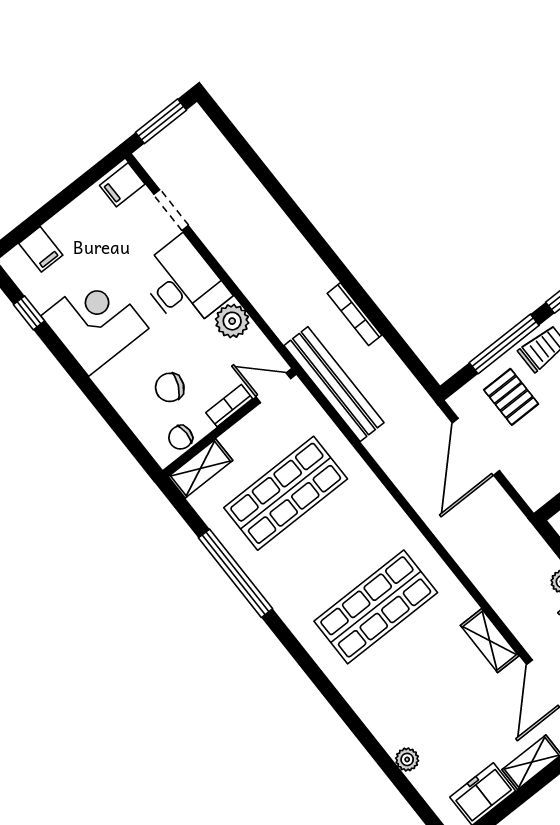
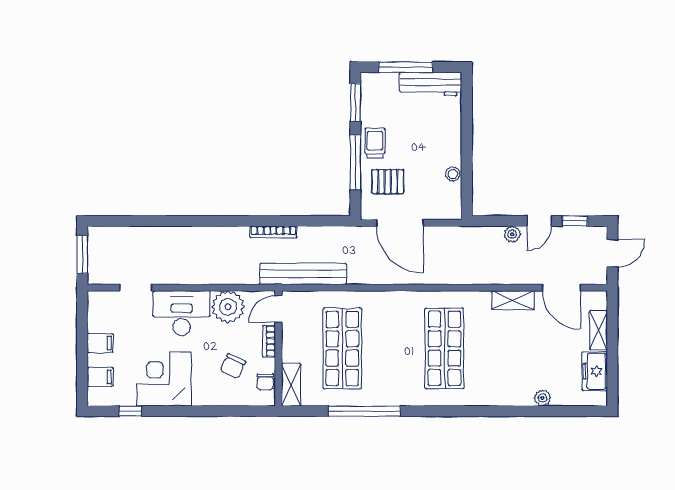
filing cabinet: (122, 185) -> (100, 343), moved, turned -90
plant: (232, 321) -> (228, 307), width x1.36, depth x1.36

